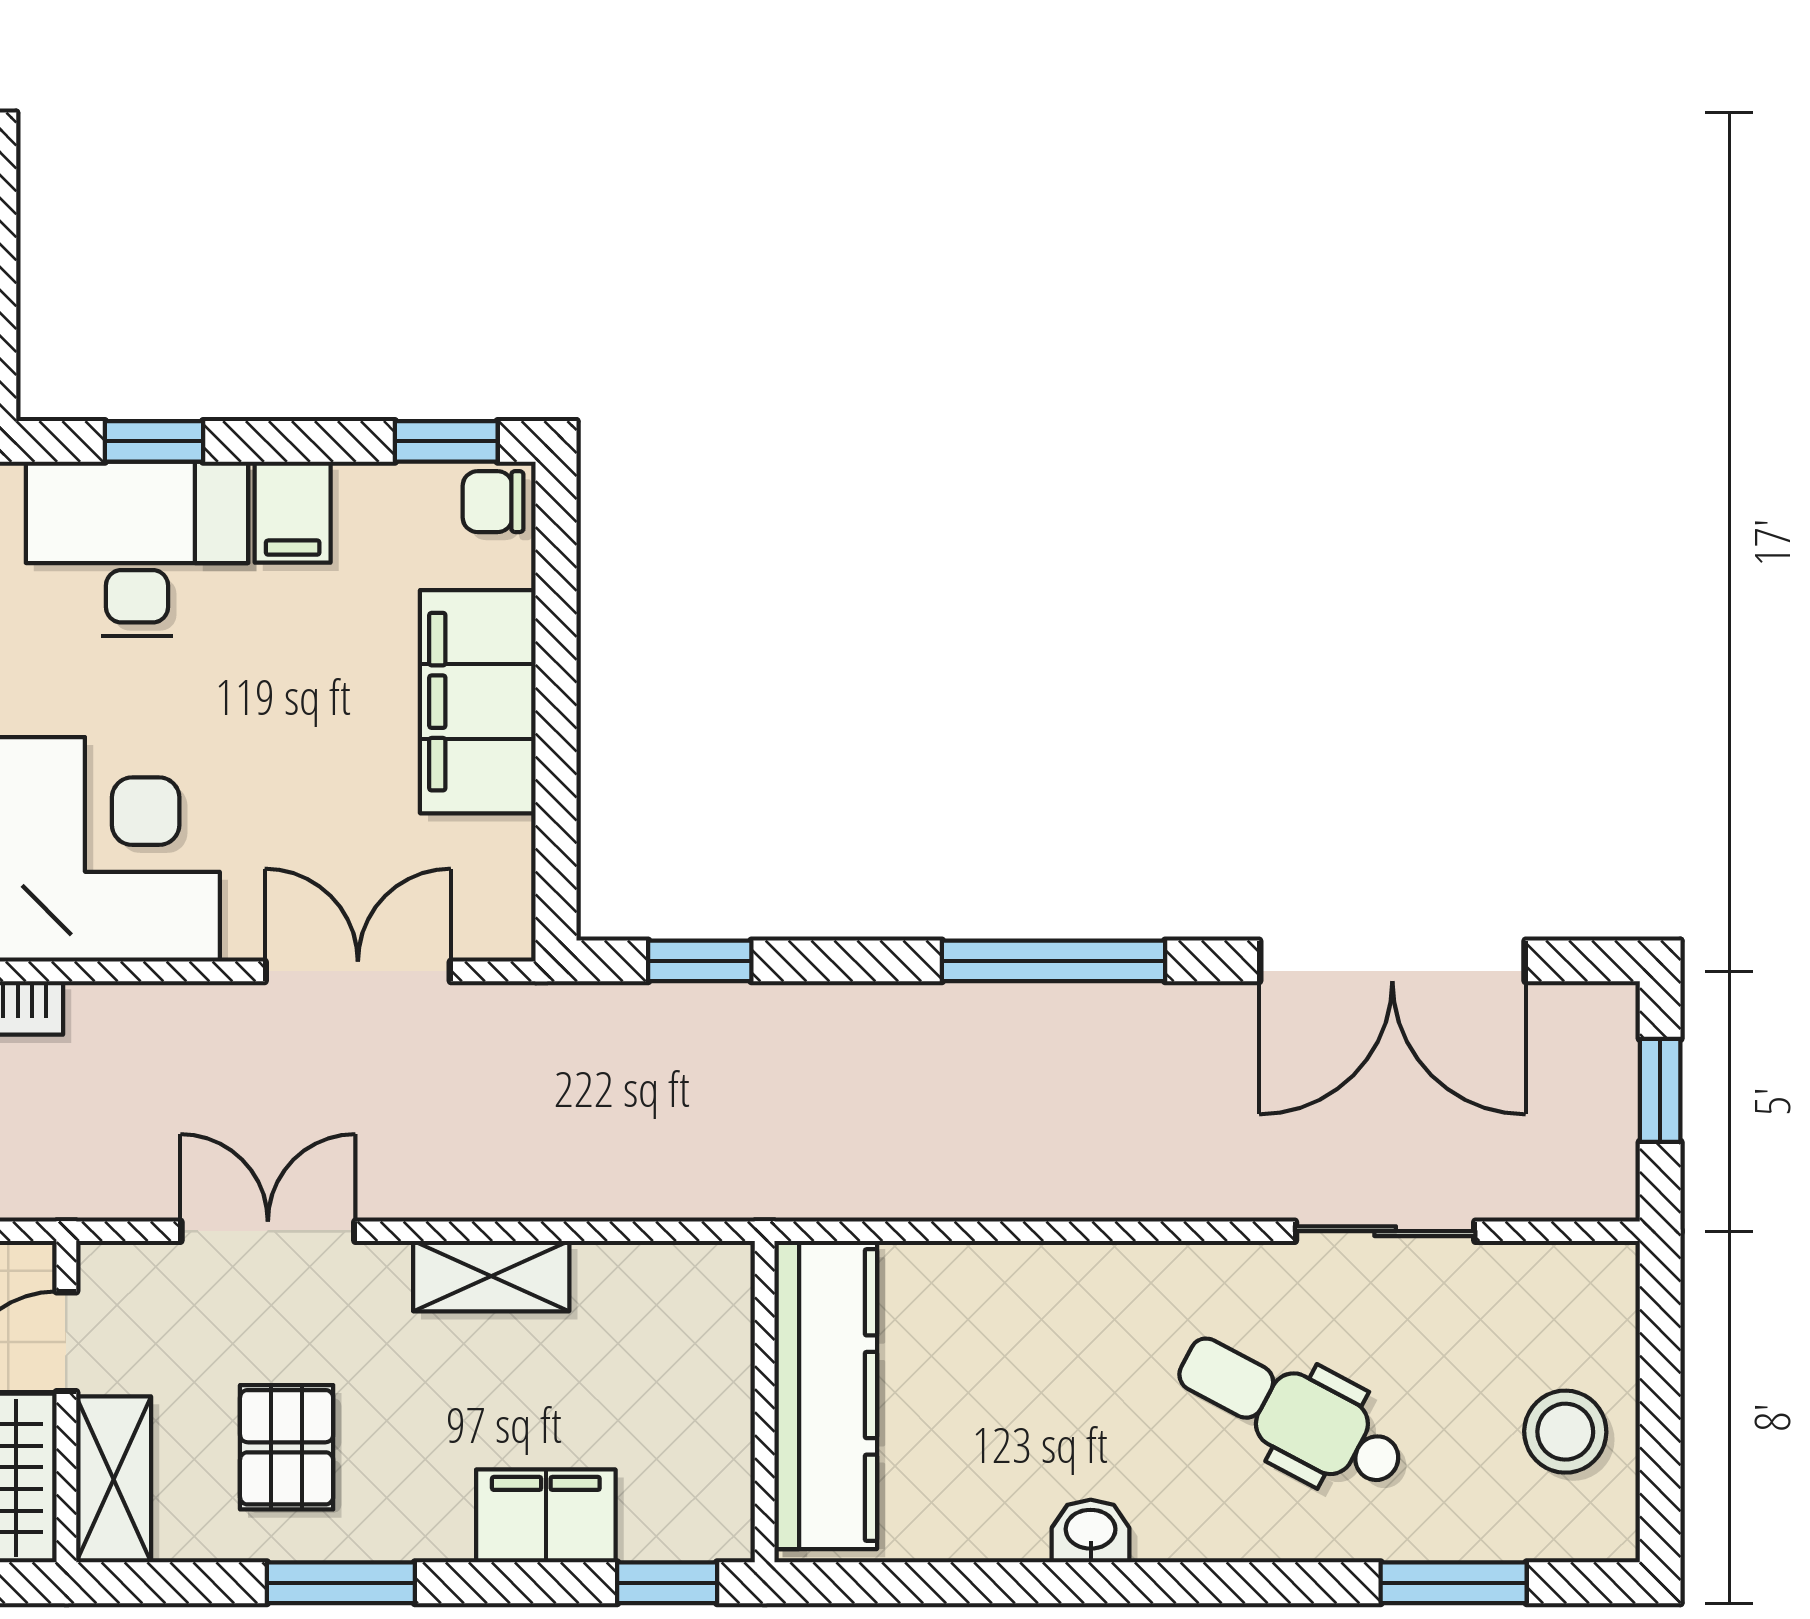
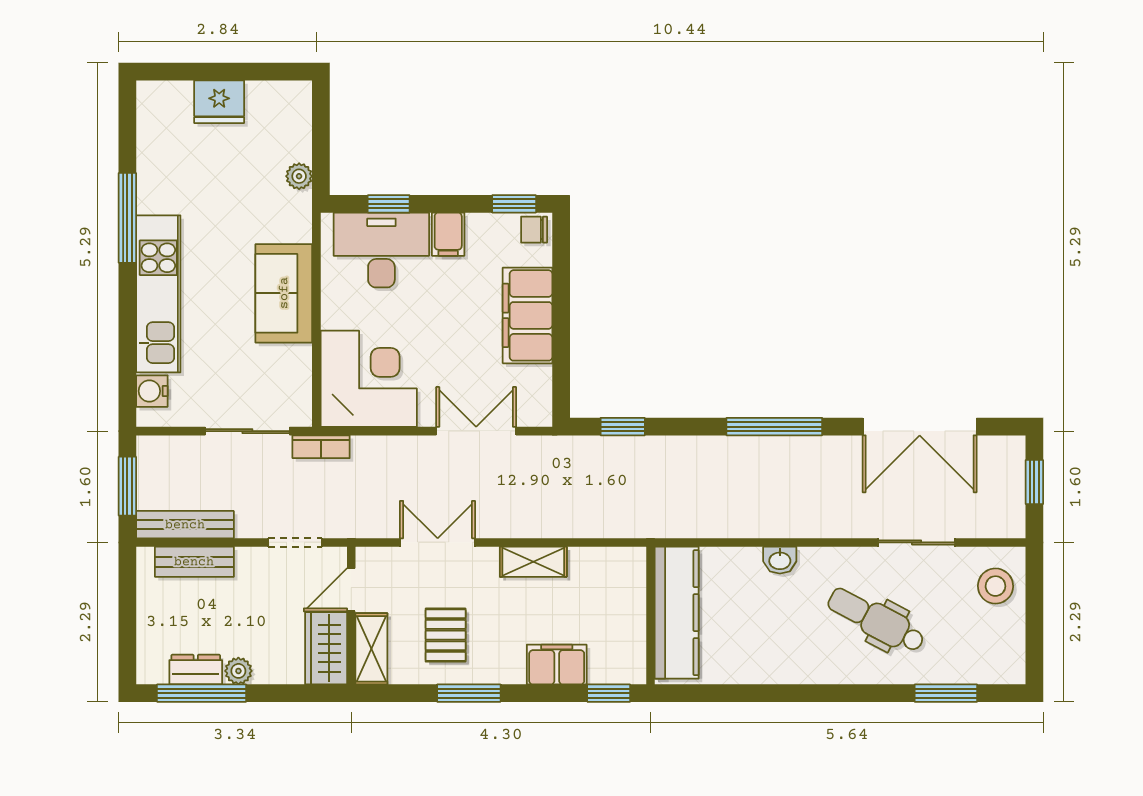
stool: (1565, 1432) -> (995, 586), moved
washbasin: (1091, 1531) -> (780, 560), moved, turned 180

